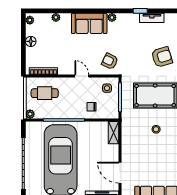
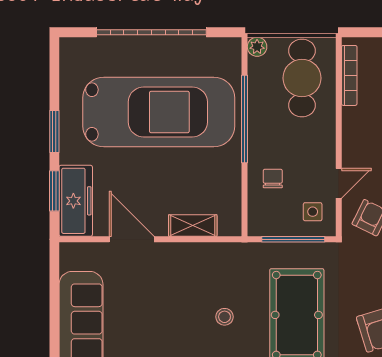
door: (82, 76) -> (339, 183), moved
cafe table: (45, 93) -> (302, 78), width x1.37, depth x1.35
shelving: (114, 133) -> (193, 226), moved
door: (120, 173) -> (132, 239), hinge flipped

